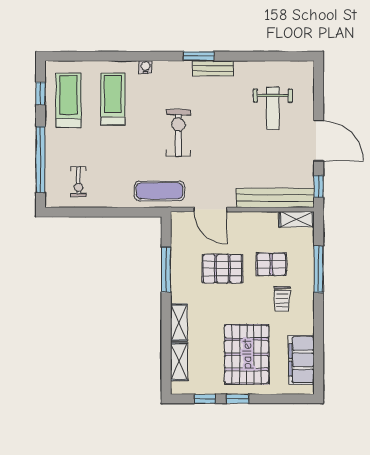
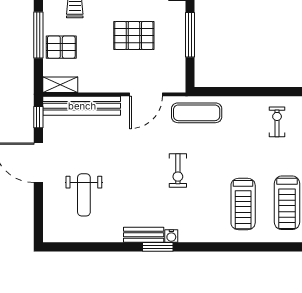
water cooler: (145, 67) -> (171, 236), moved
weight bench: (273, 108) -> (84, 195), turned 180
exercise bike: (178, 133) -> (178, 170), width x0.73, depth x0.72
door: (210, 210) -> (146, 94), swing flipped
pallet: (271, 264) -> (61, 47), moved

